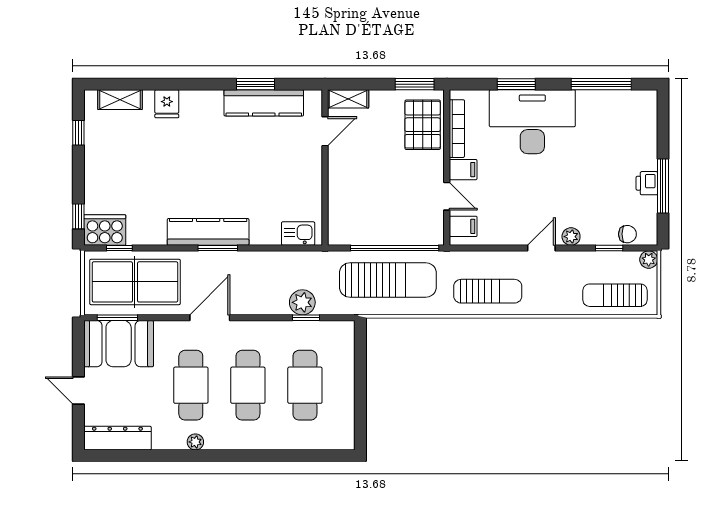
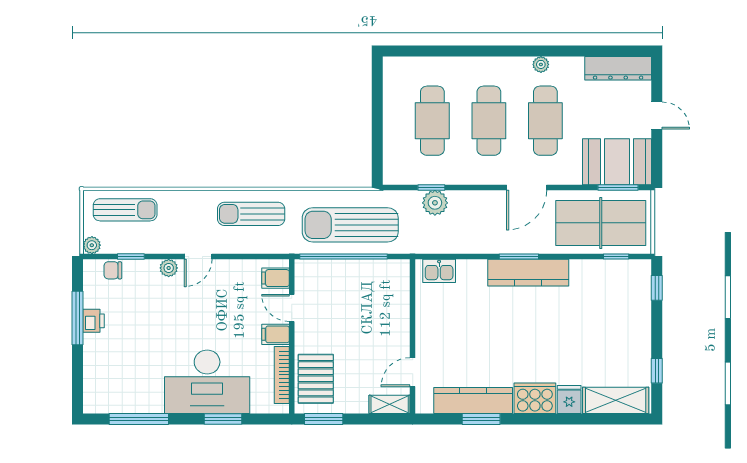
shelving: (120, 100) -> (616, 400), width x1.50, depth x1.33
cooker: (105, 230) -> (535, 398), moved, turned 180

